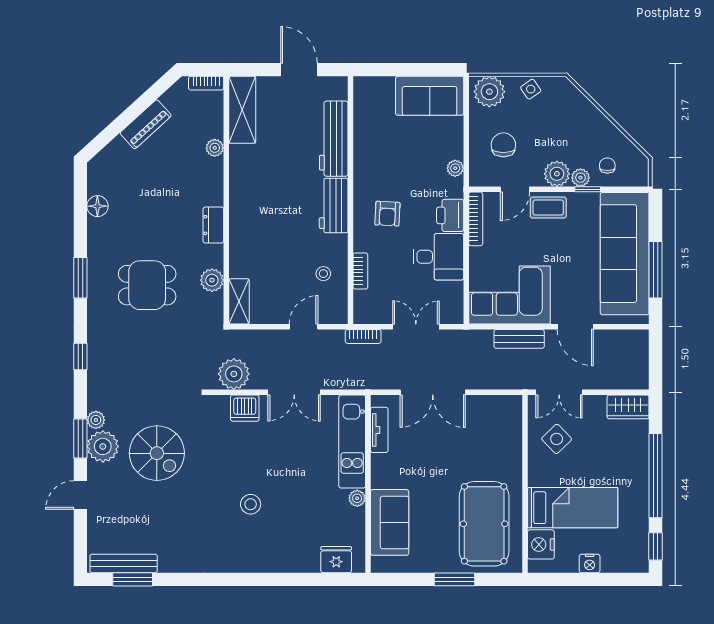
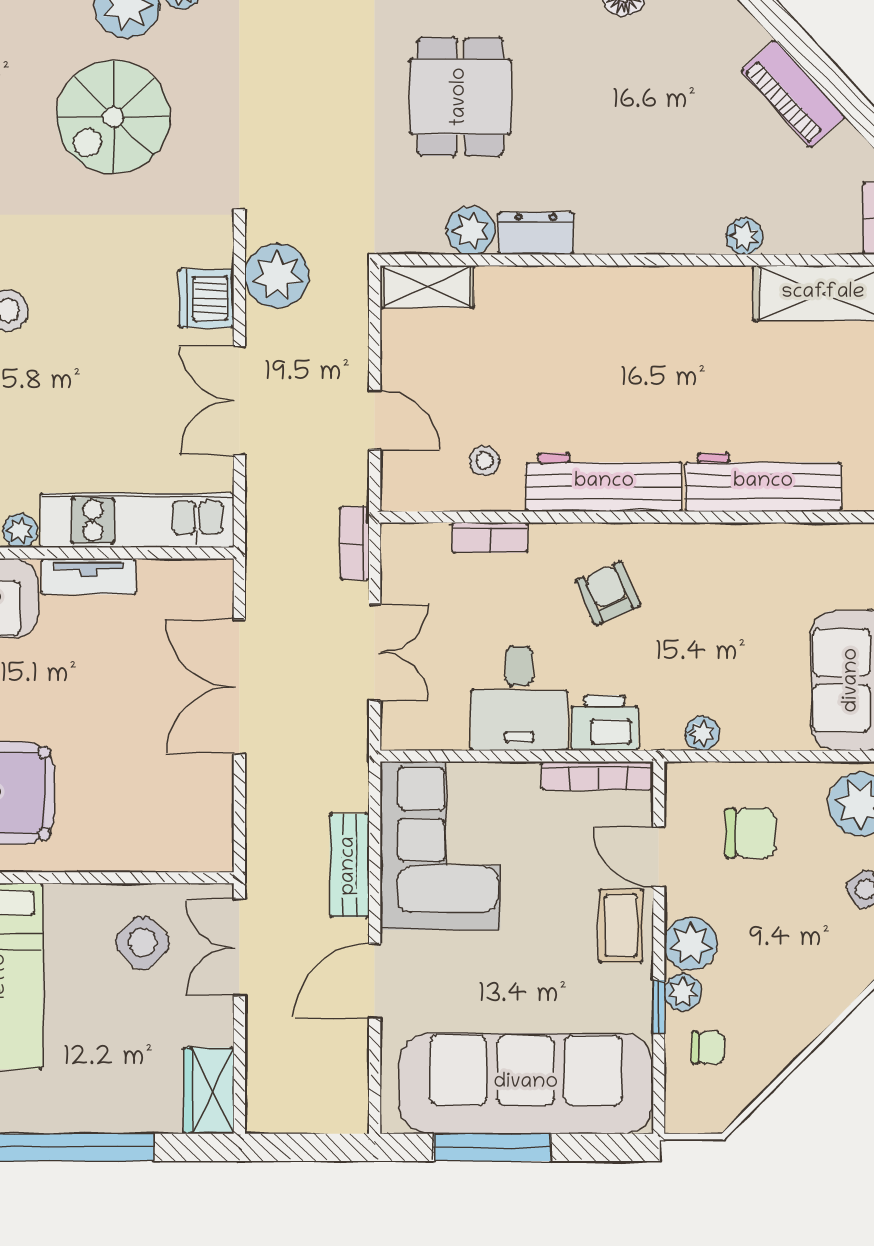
workbench: (334, 205) -> (604, 482), width x1.38
armchair: (387, 214) -> (608, 593), turned 64
dresser: (213, 225) -> (536, 233), moved
tv unit: (379, 430) -> (89, 576), moved

